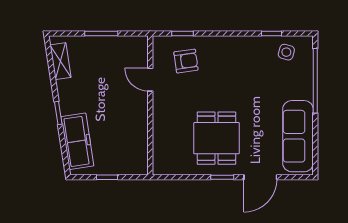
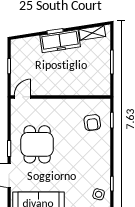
door: (150, 80) -> (23, 97), moved
dining table: (216, 138) -> (37, 144), turned 90
freezer: (77, 141) -> (60, 41), moved

